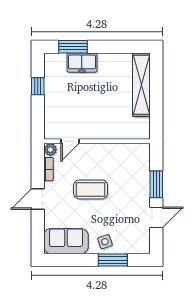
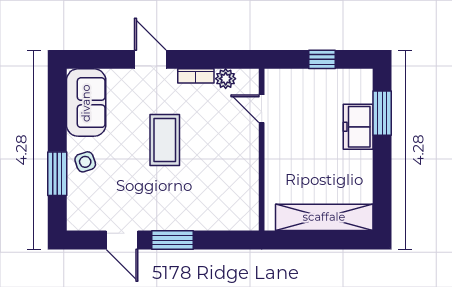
door: (70, 141) -> (262, 109), moved
wall: (97, 141) -> (262, 150), moved

